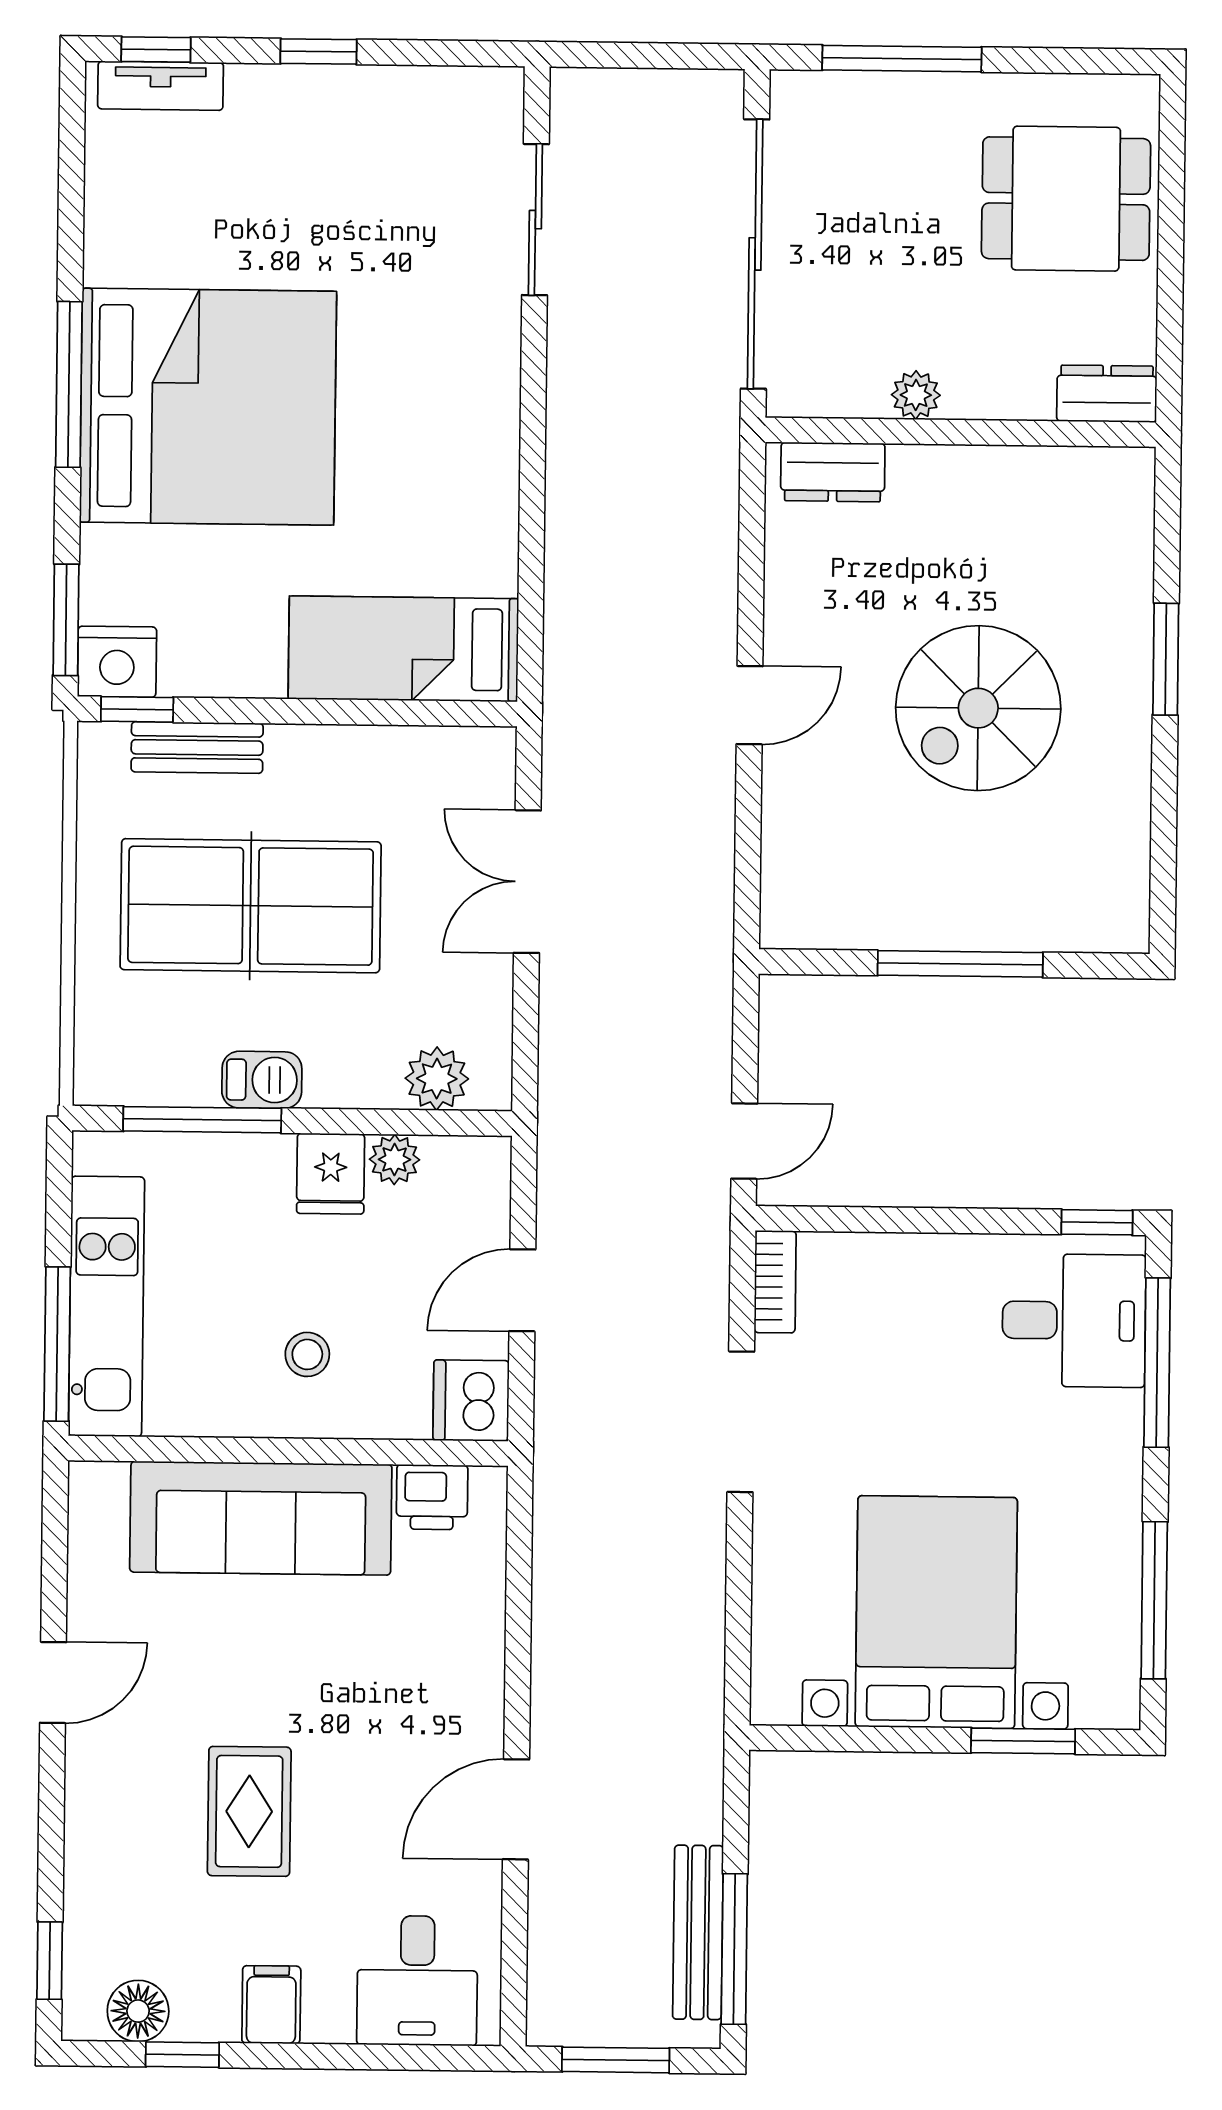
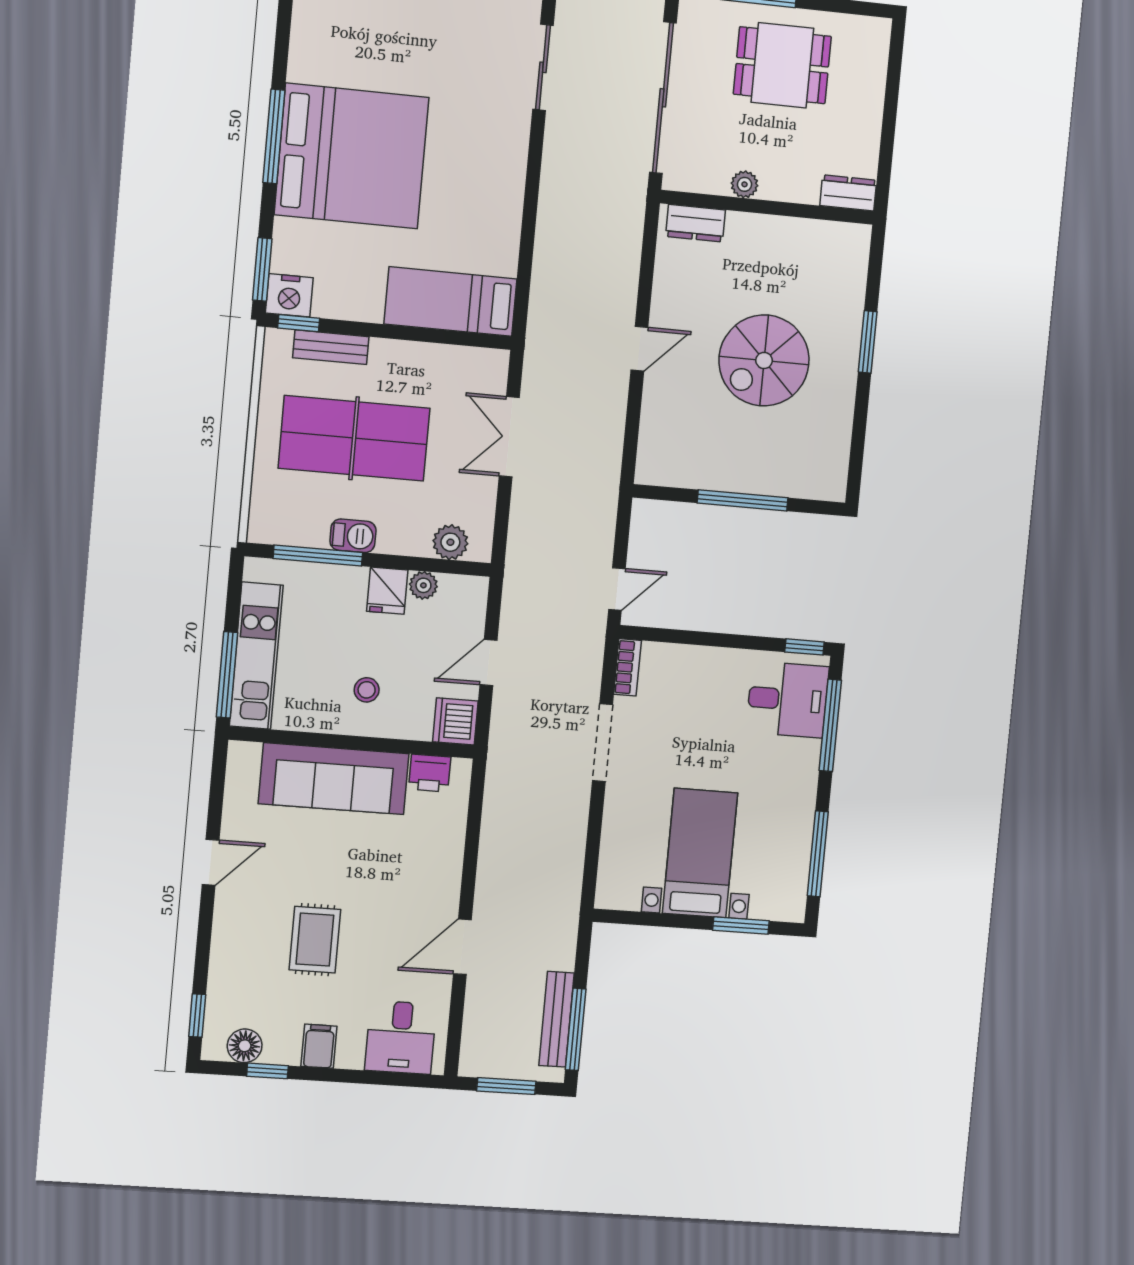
dining table: (1066, 199) -> (782, 65), moved
bed with nightstands: (936, 1612) -> (700, 853), width x0.73

